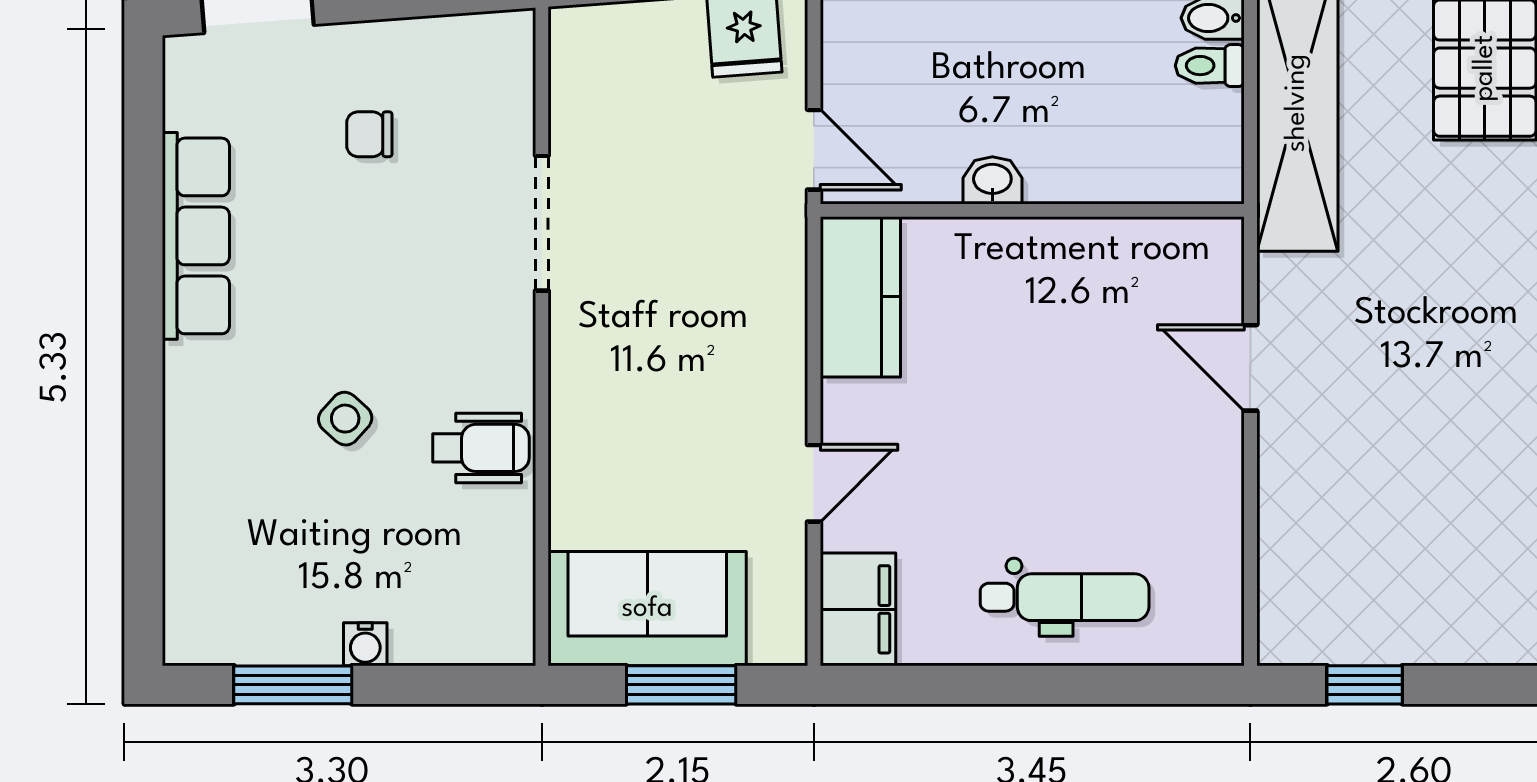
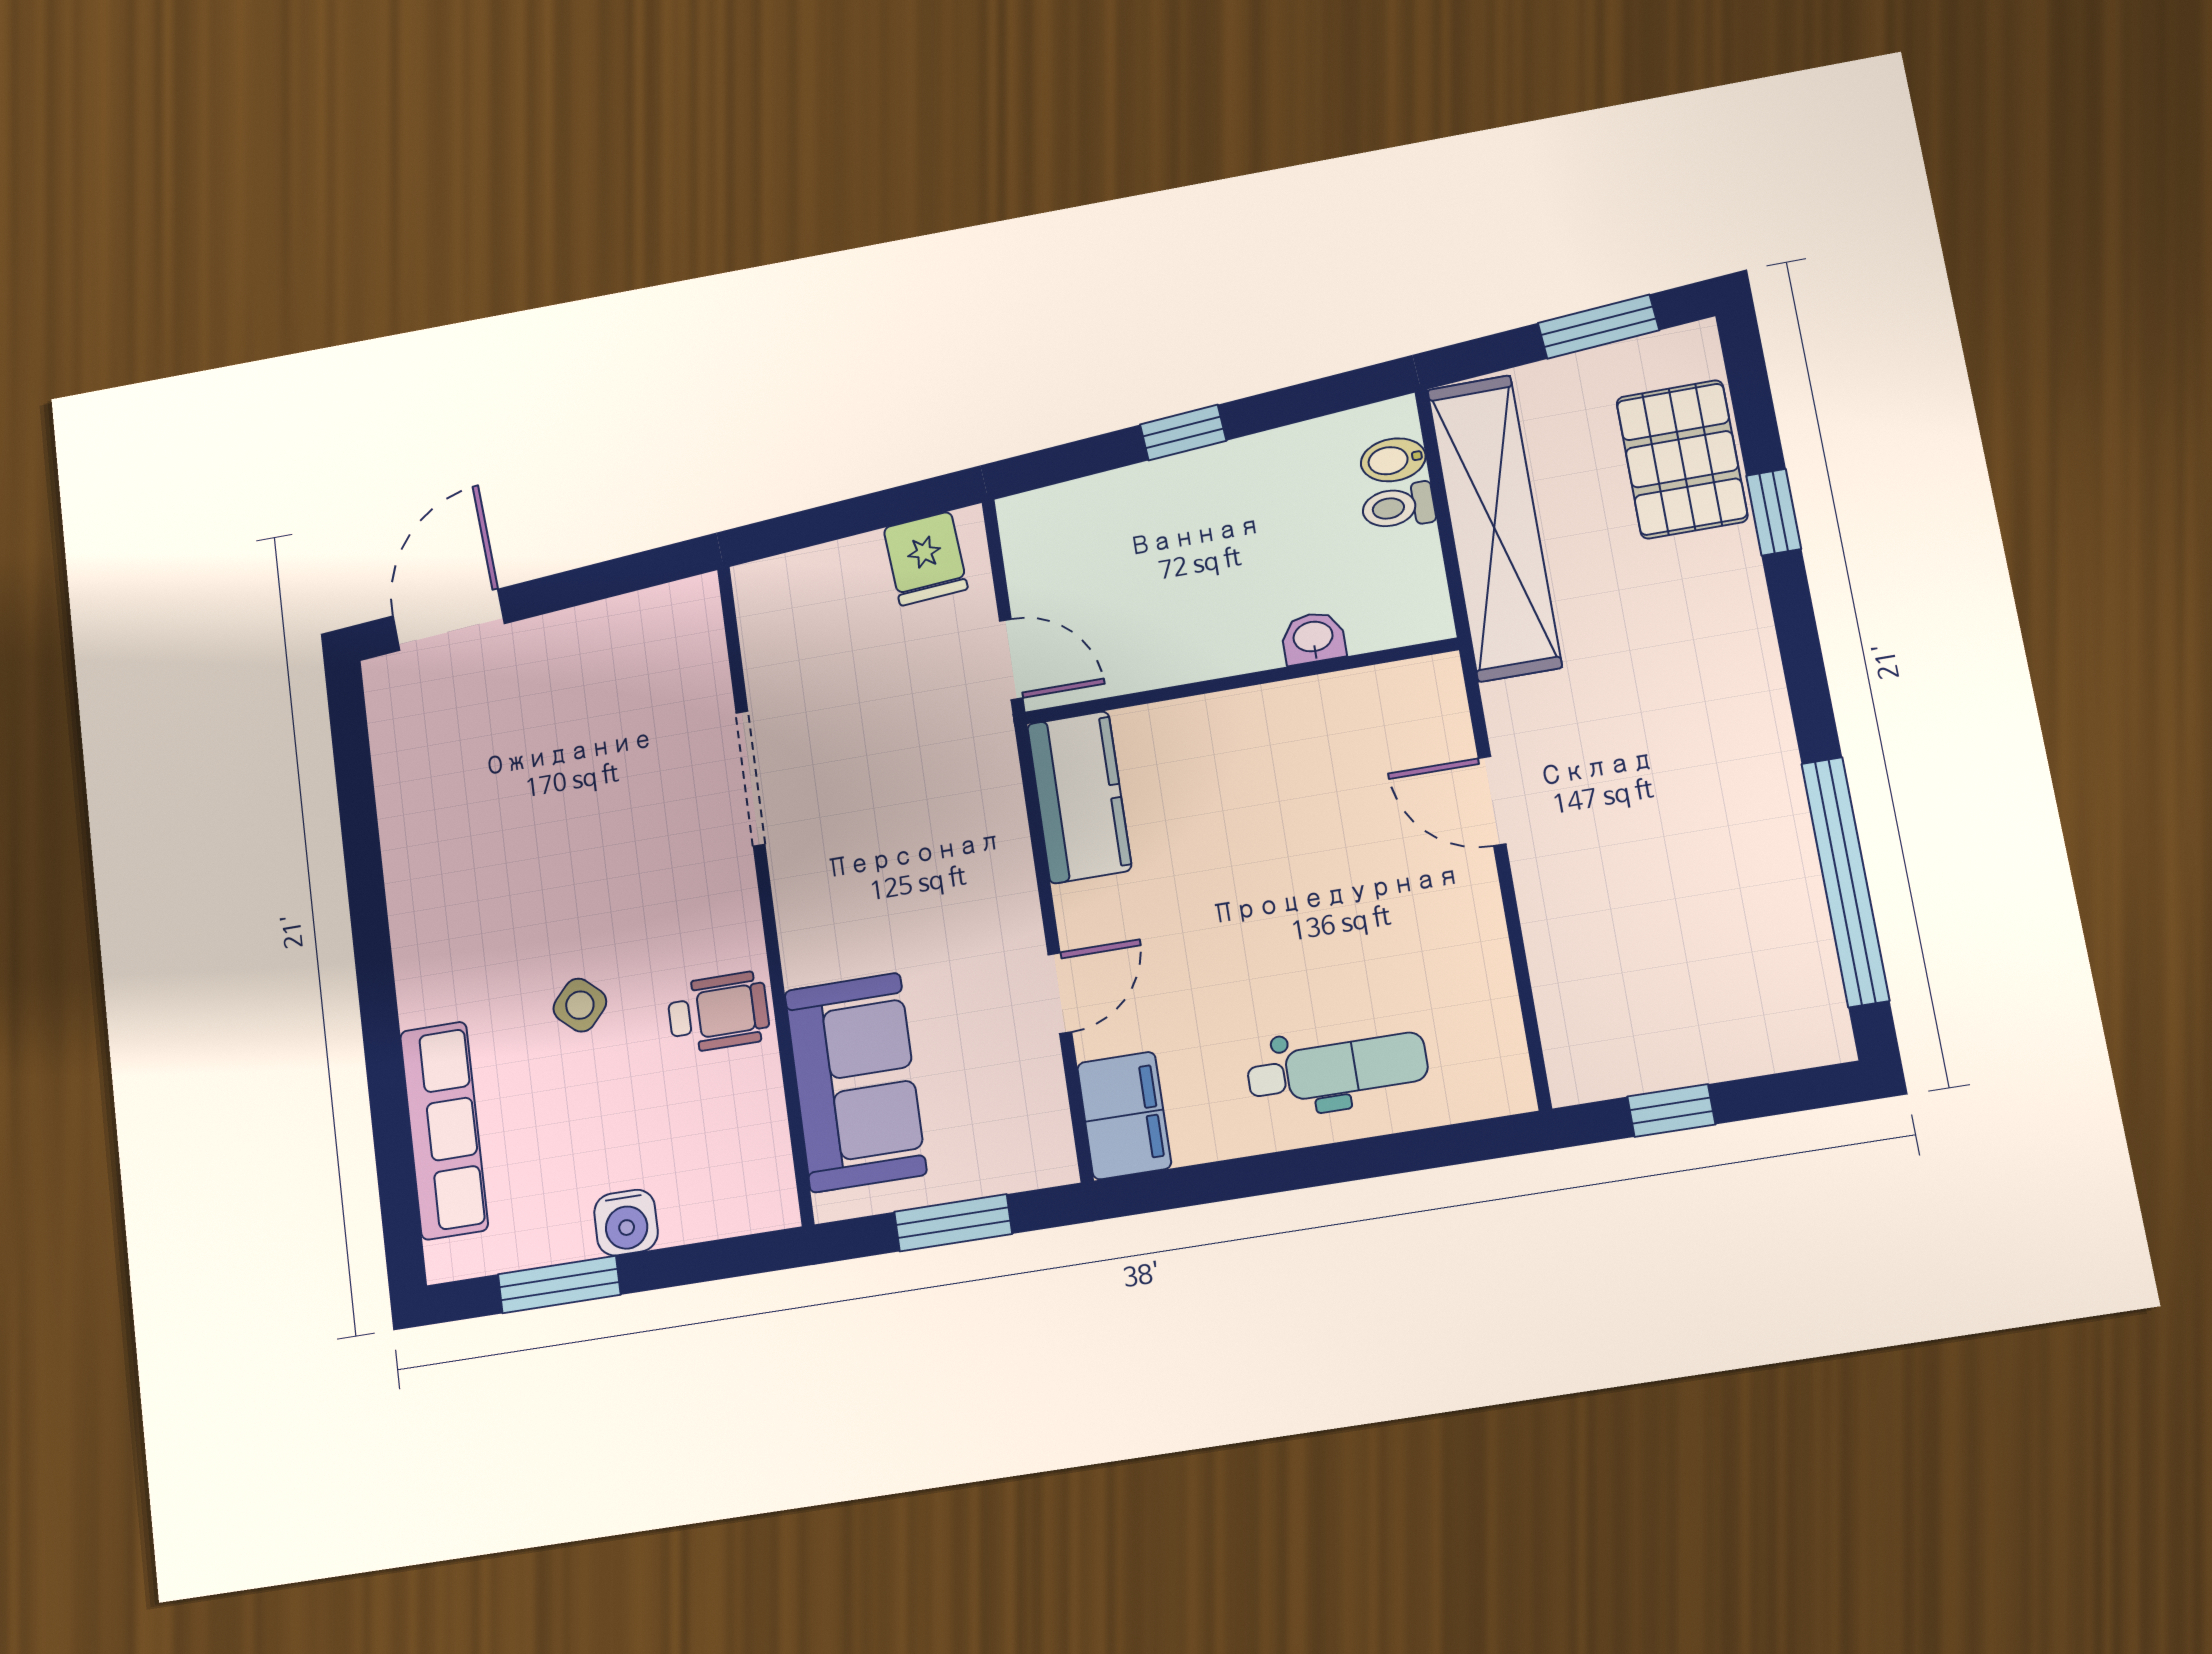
chair: (369, 134) -> (571, 721), removed
washbasin: (992, 180) -> (1313, 638), moved
row of seats: (196, 236) -> (444, 1130), moved
sofa: (647, 609) -> (855, 1082), moved, turned 90
water cooler: (365, 644) -> (626, 1223), width x1.38, depth x1.38

